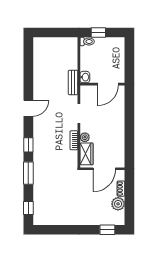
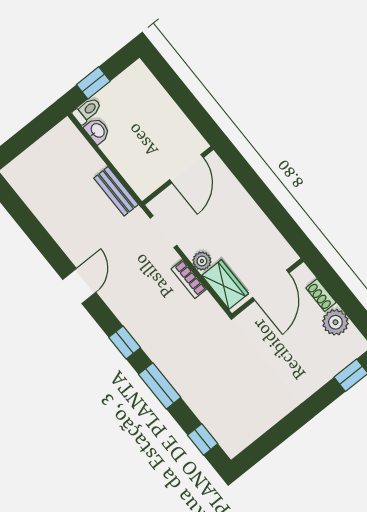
washbasin: (85, 77) -> (97, 131), moved
wall: (102, 84) -> (178, 176), moved
door: (108, 84) -> (186, 169), moved

